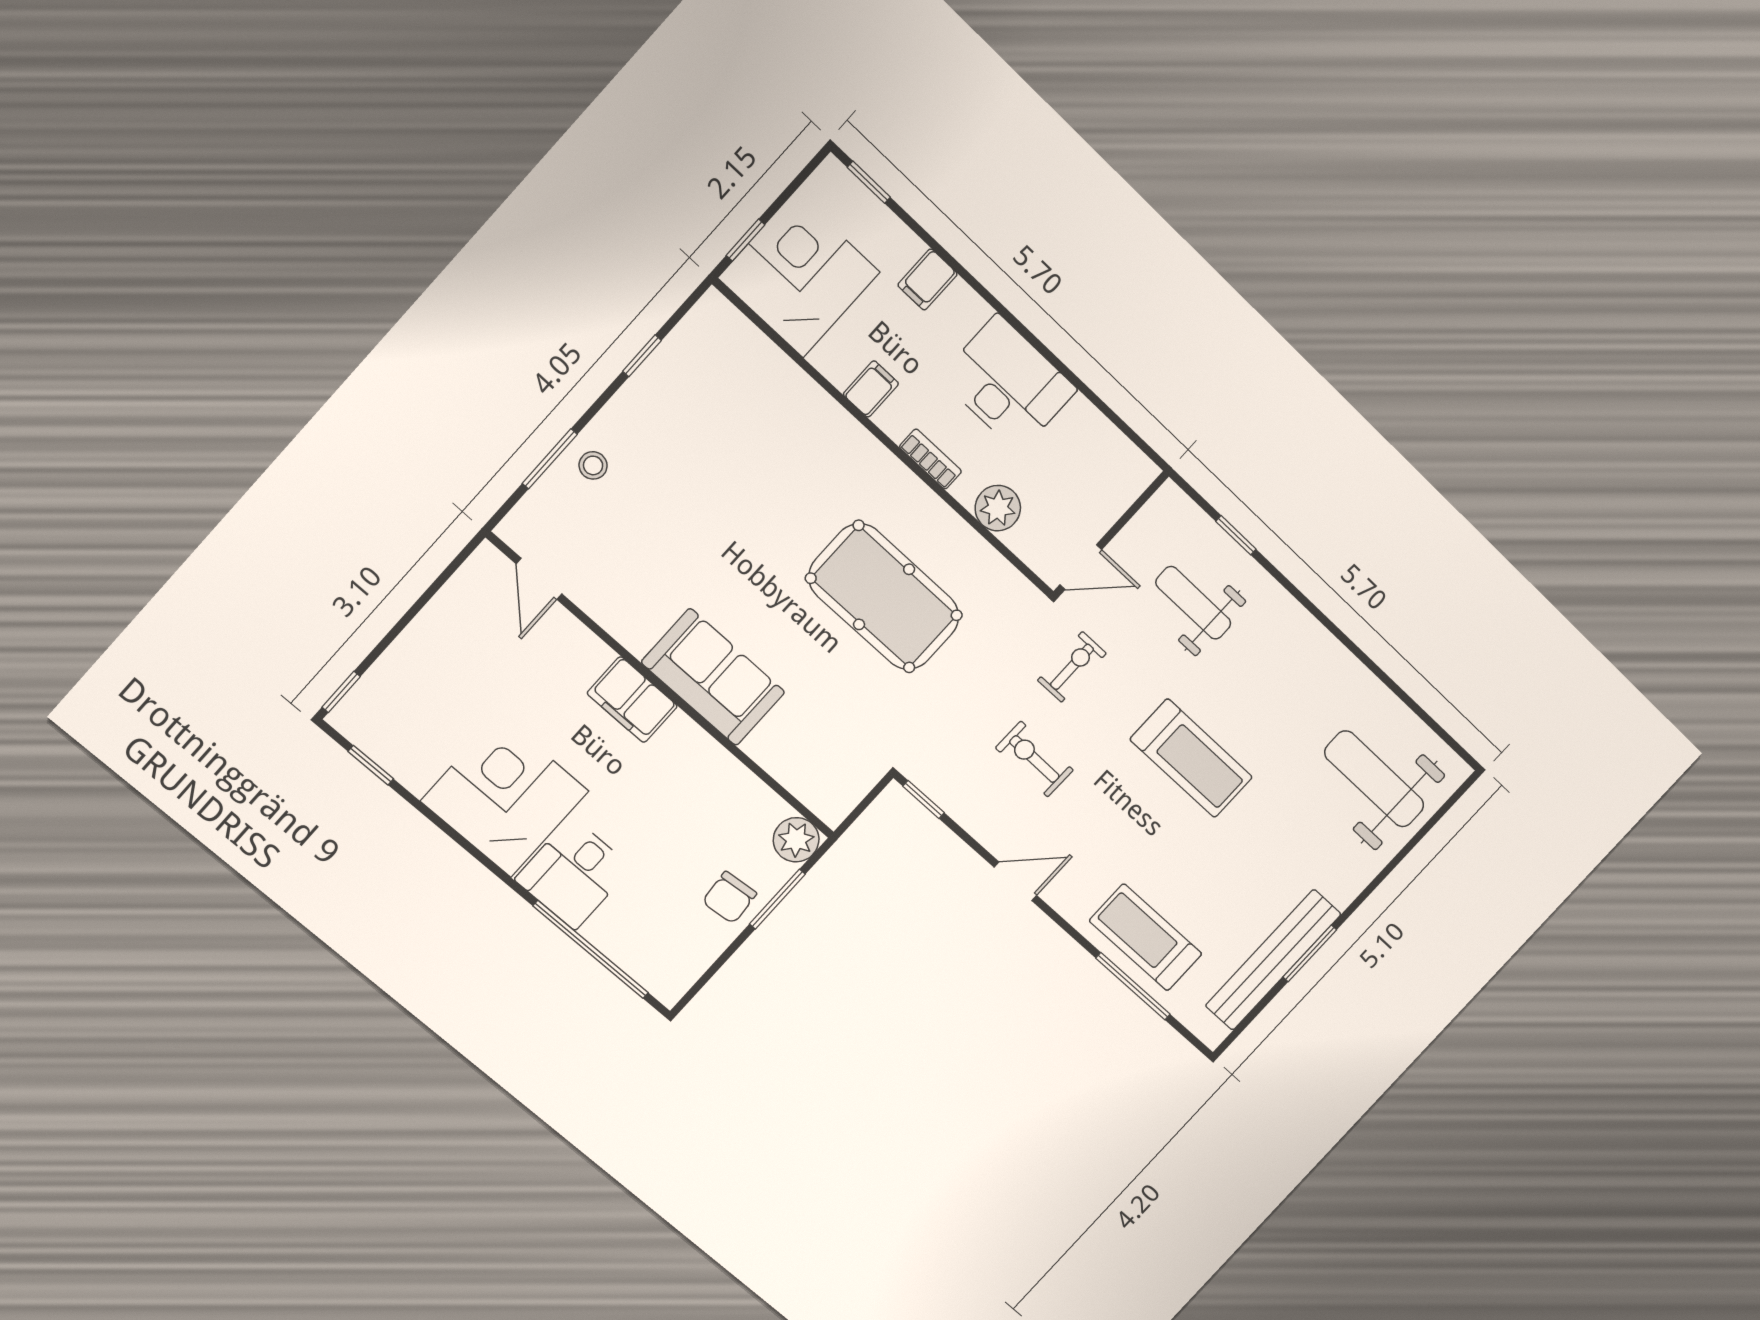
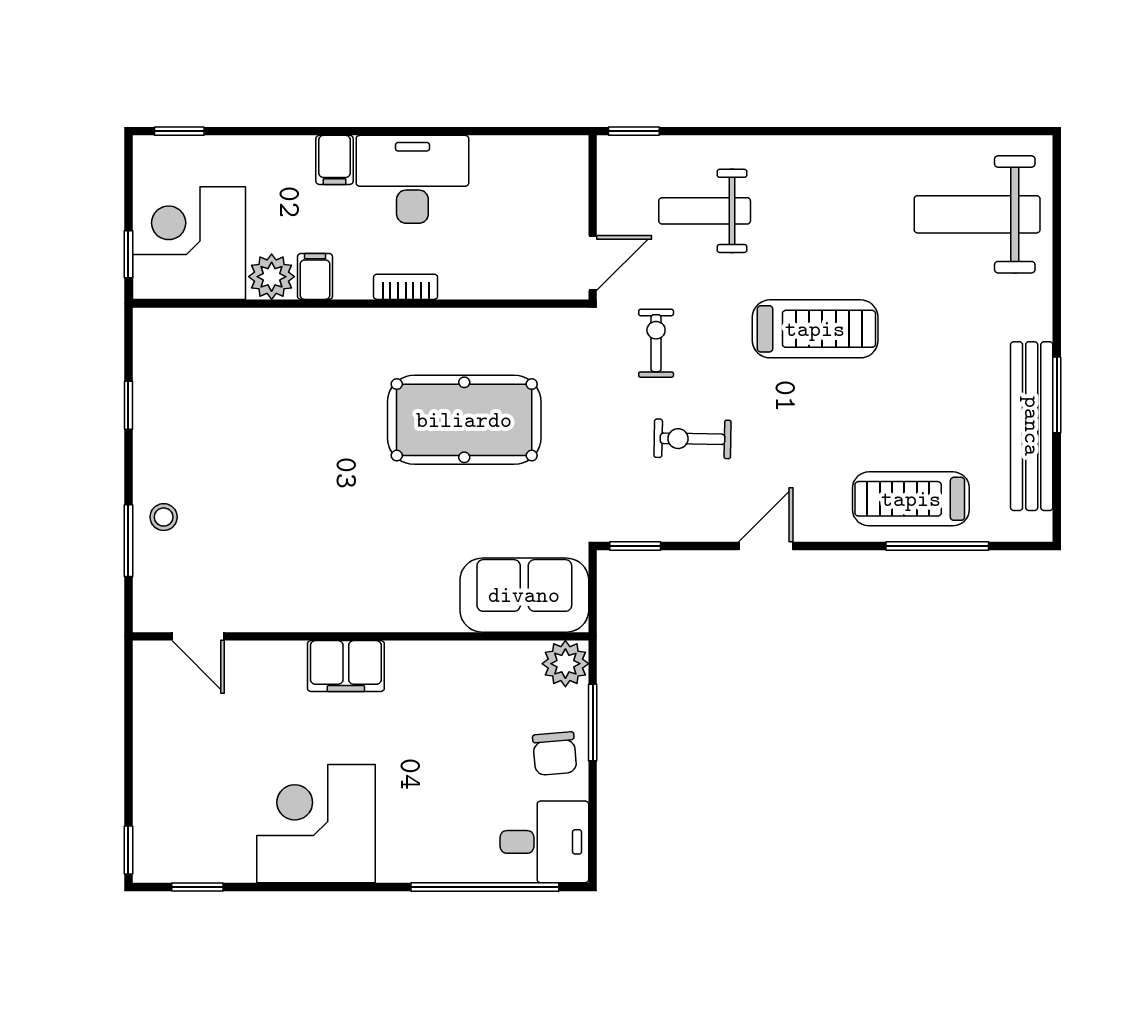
filing cabinet: (928, 279) -> (335, 160), moved
plant: (998, 508) -> (272, 277), moved
window: (1236, 535) -> (634, 131), moved
sofa: (713, 677) -> (524, 595), moved
desk: (573, 873) -> (544, 842), moved, turned -90

